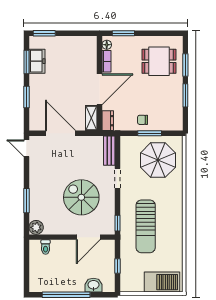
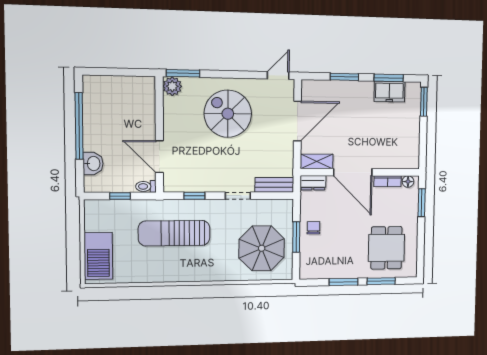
spiral stairs: (81, 197) -> (228, 114), moved, turned -90
window: (26, 201) -> (183, 73), moved
window: (117, 223) -> (194, 196), moved
toilet: (46, 247) -> (146, 186), moved

